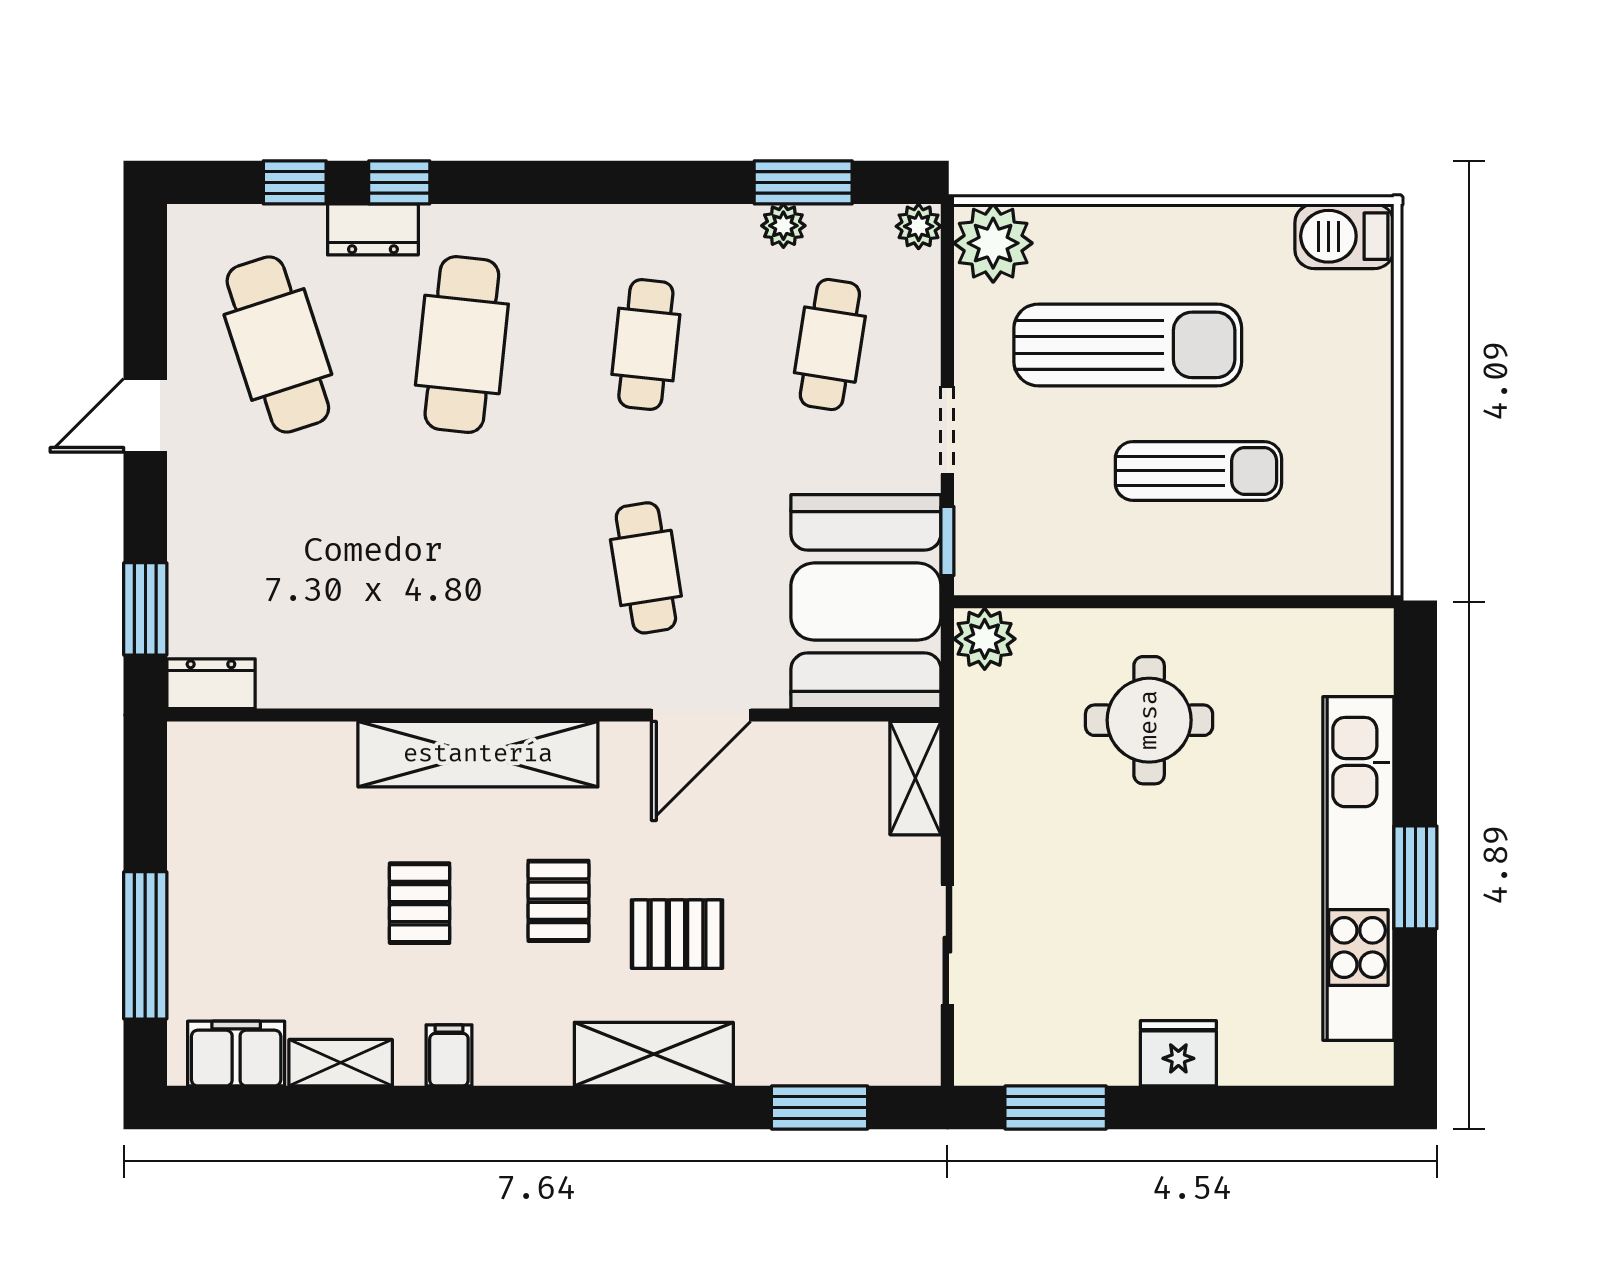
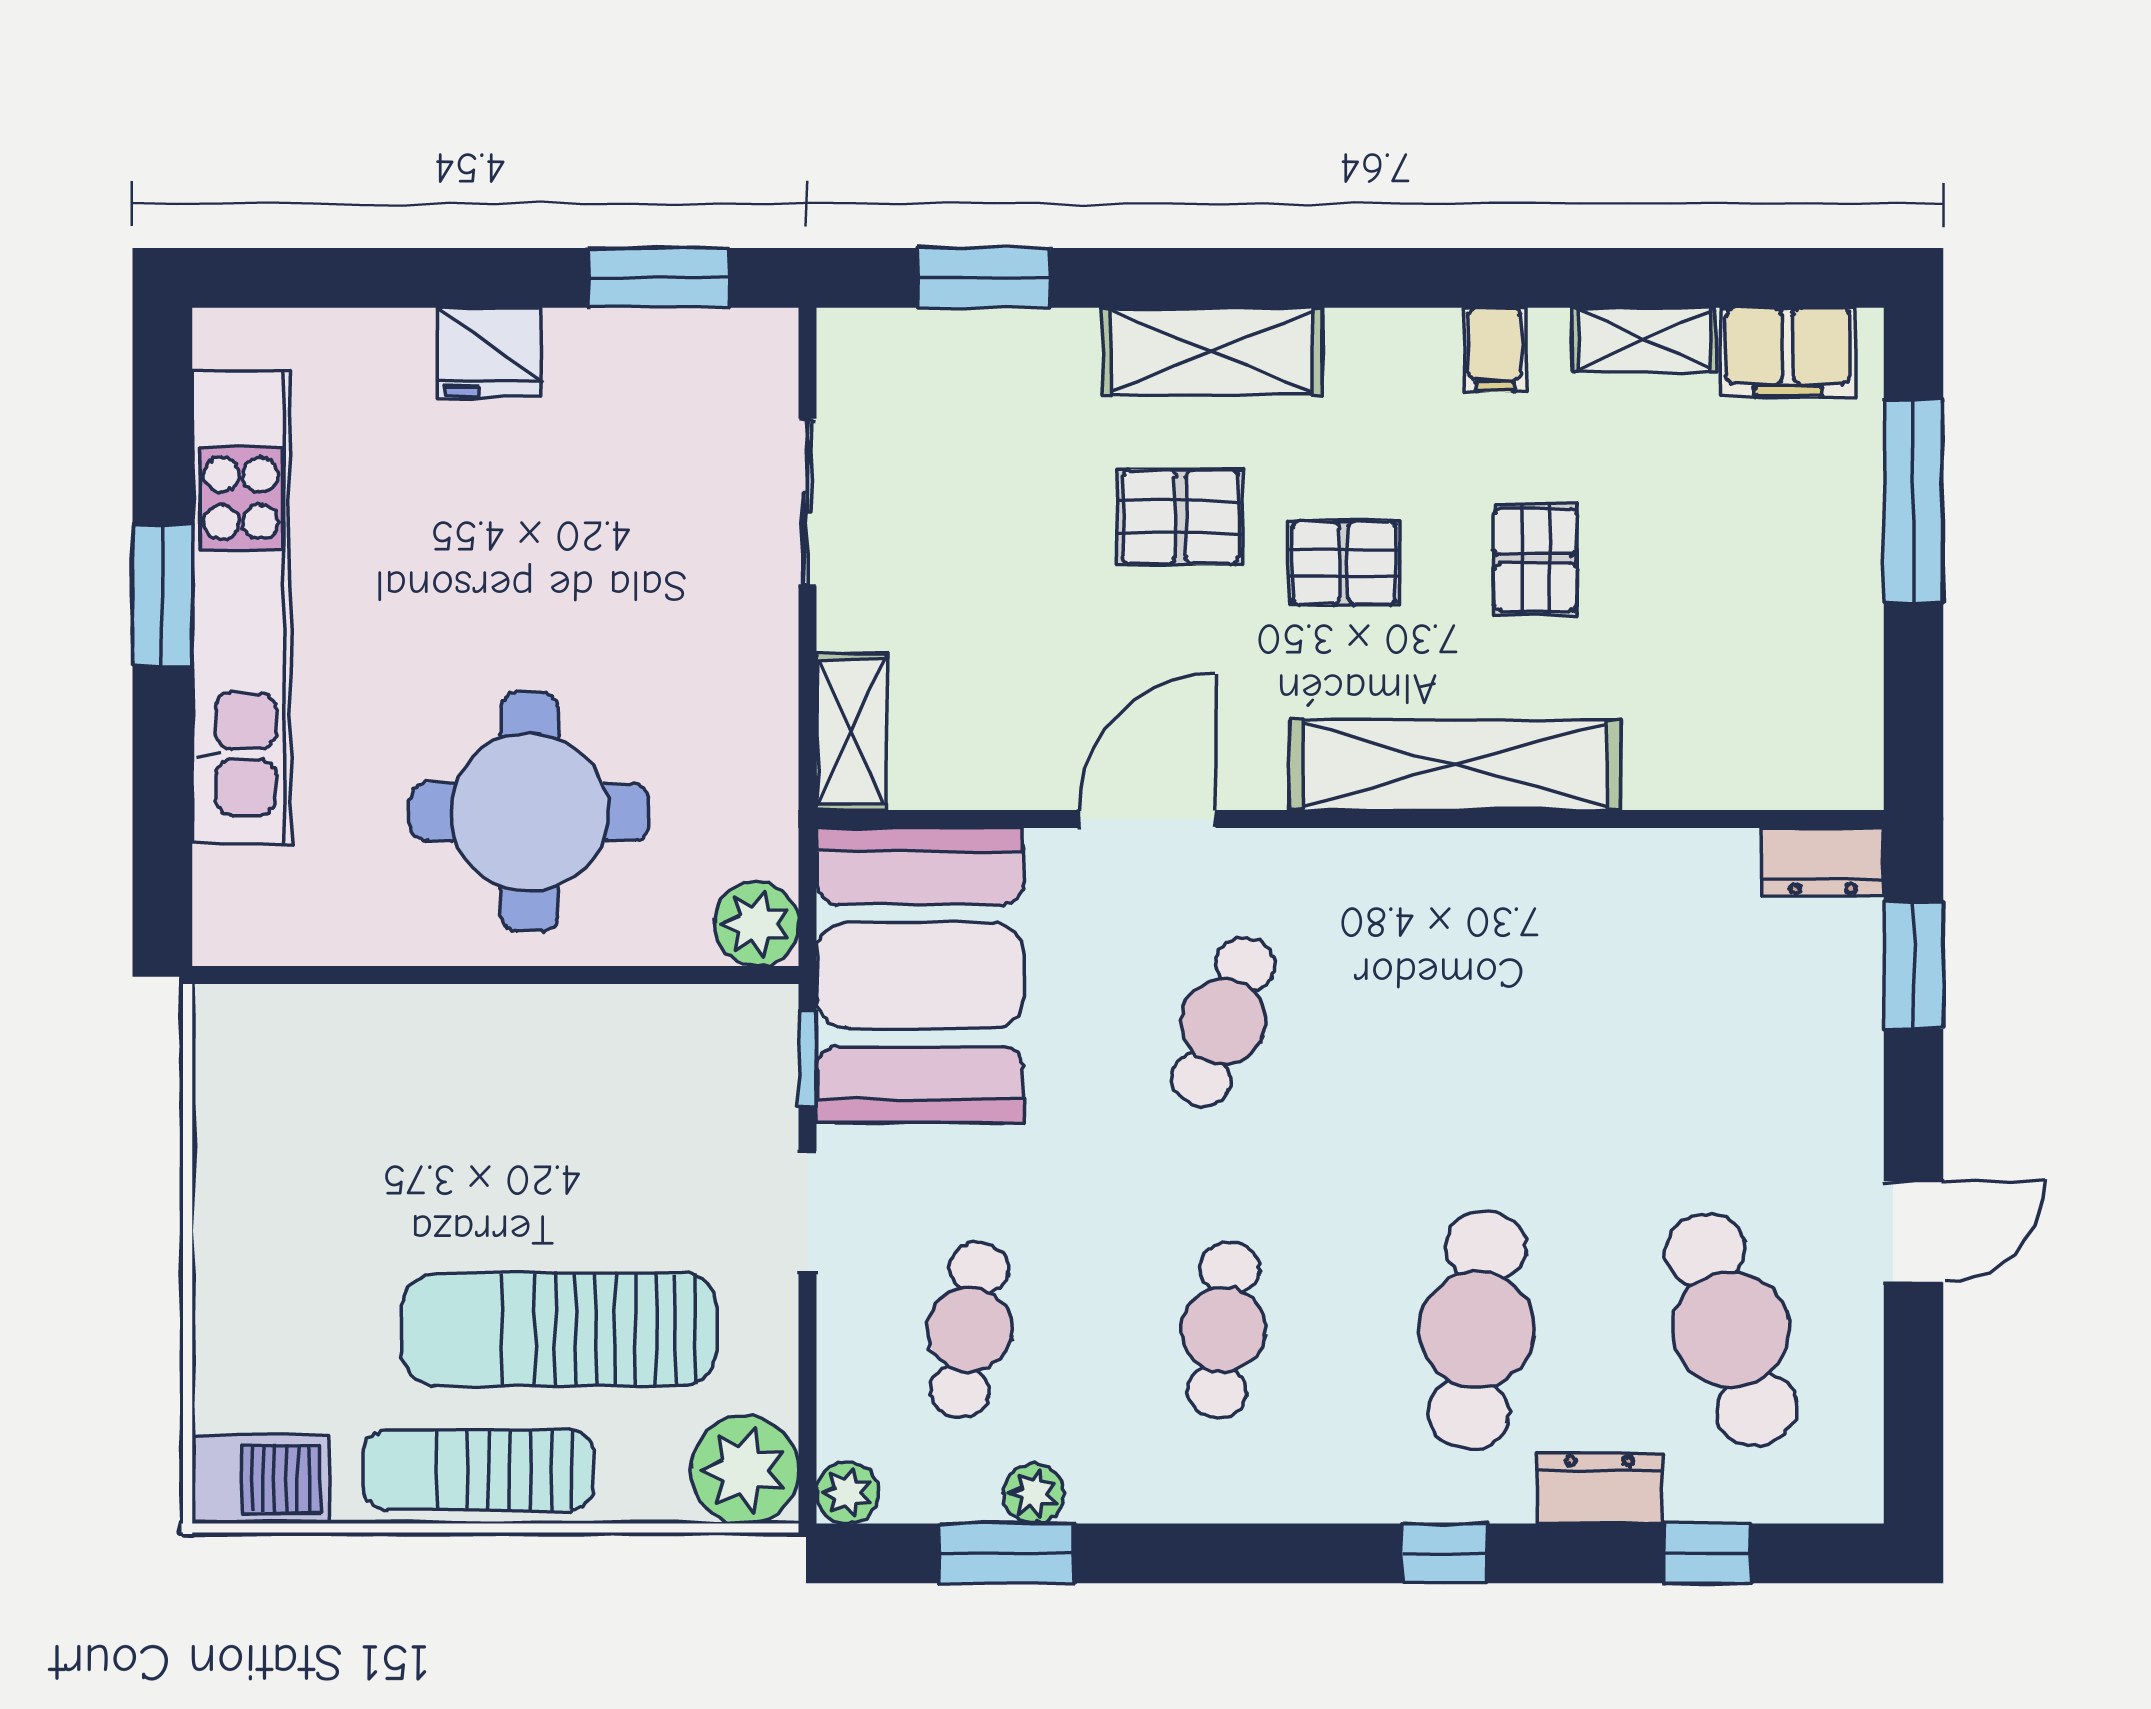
window: (399, 182) -> (1444, 1553), moved
sun lounger: (1198, 471) -> (479, 1470), moved
cafe table: (646, 568) -> (1223, 1022), turned 30
round table: (1149, 720) -> (529, 812), width x1.36, depth x1.36
pallet: (558, 901) -> (1344, 563), turned 90

